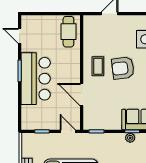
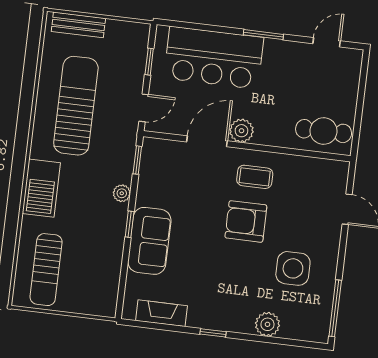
armchair: (123, 68) -> (246, 221), turned -83
plant: (74, 77) -> (241, 131), added
bar counter: (36, 79) -> (214, 58), moved
plant: (130, 138) -> (122, 193), moved

